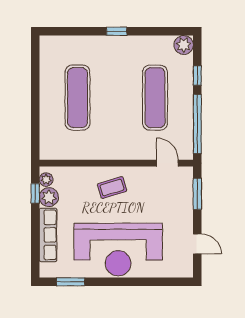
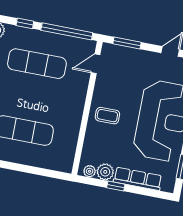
coffee table: (112, 188) -> (107, 116), turned -73
window: (35, 193) -> (116, 186), moved

